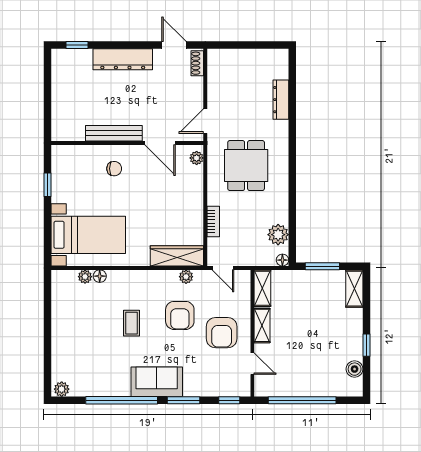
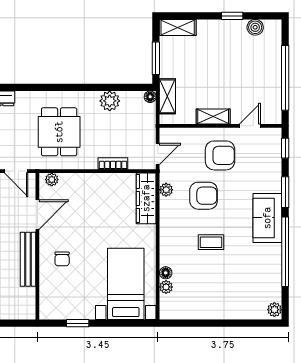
dining table: (246, 166) -> (59, 132), turned 90
chair: (114, 169) -> (62, 259), turned 180
plant: (278, 235) -> (110, 101), moved
shelving: (262, 288) -> (167, 96), moved, turned 90

